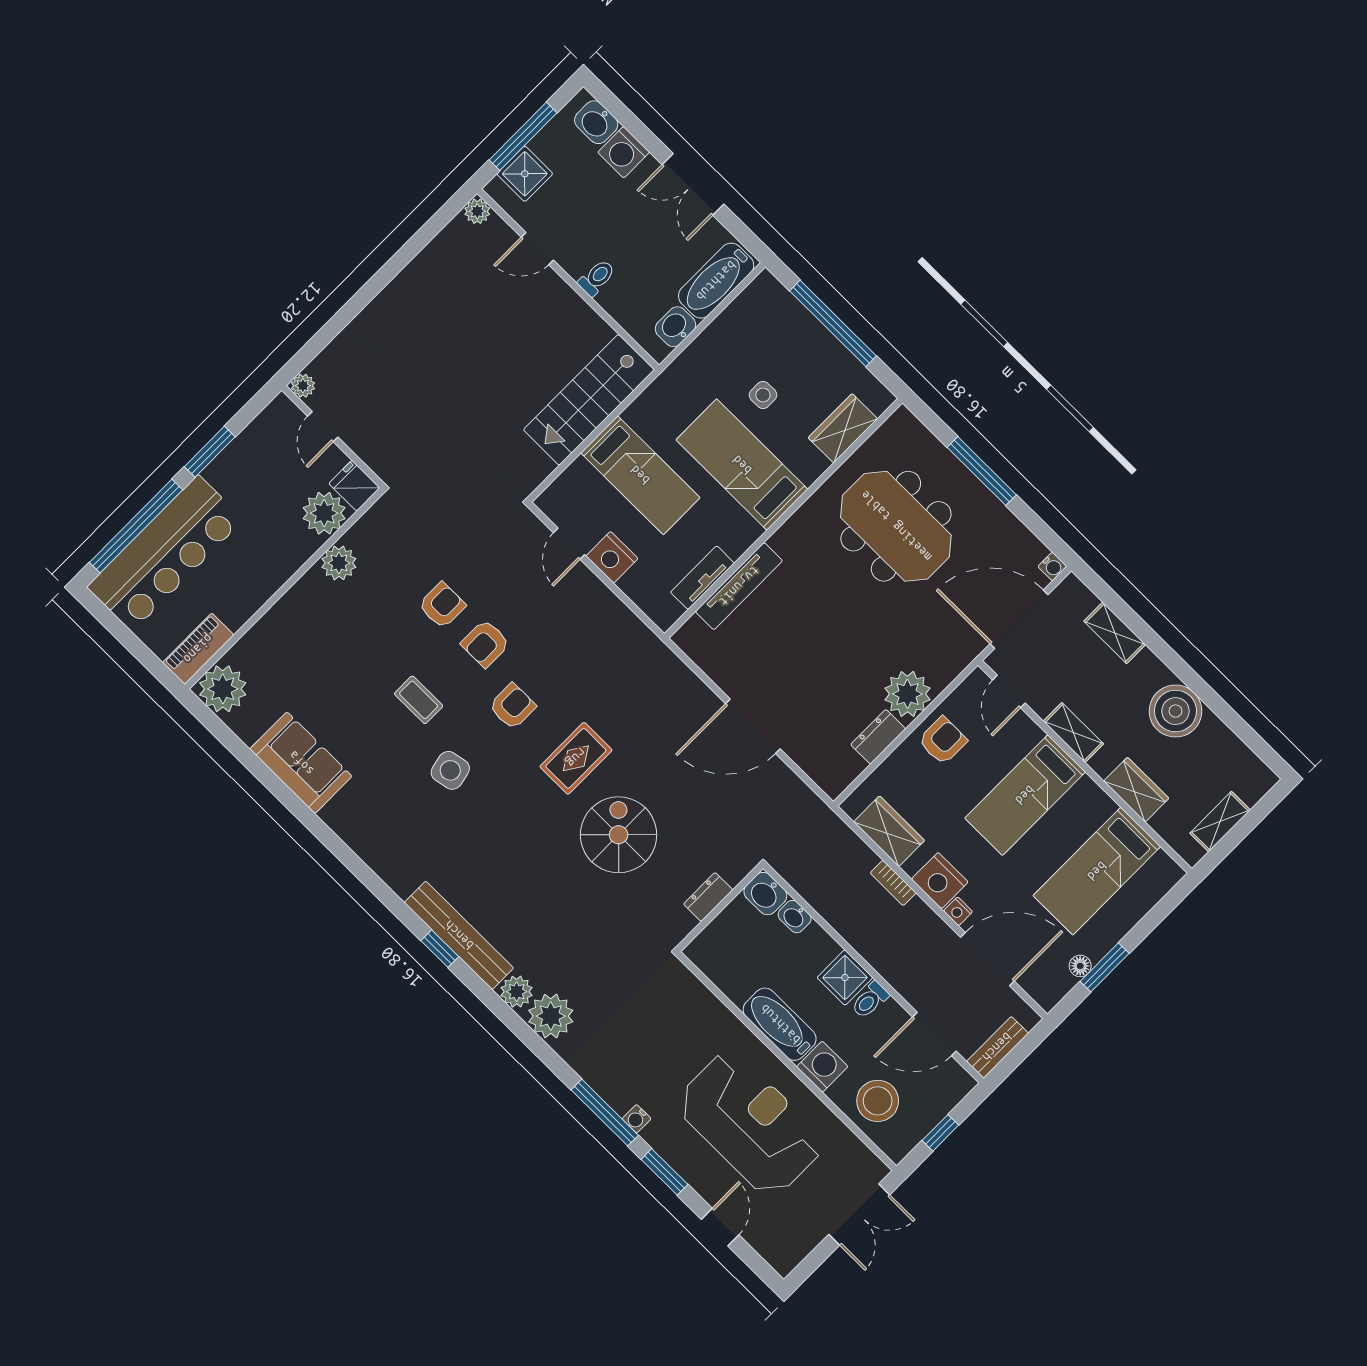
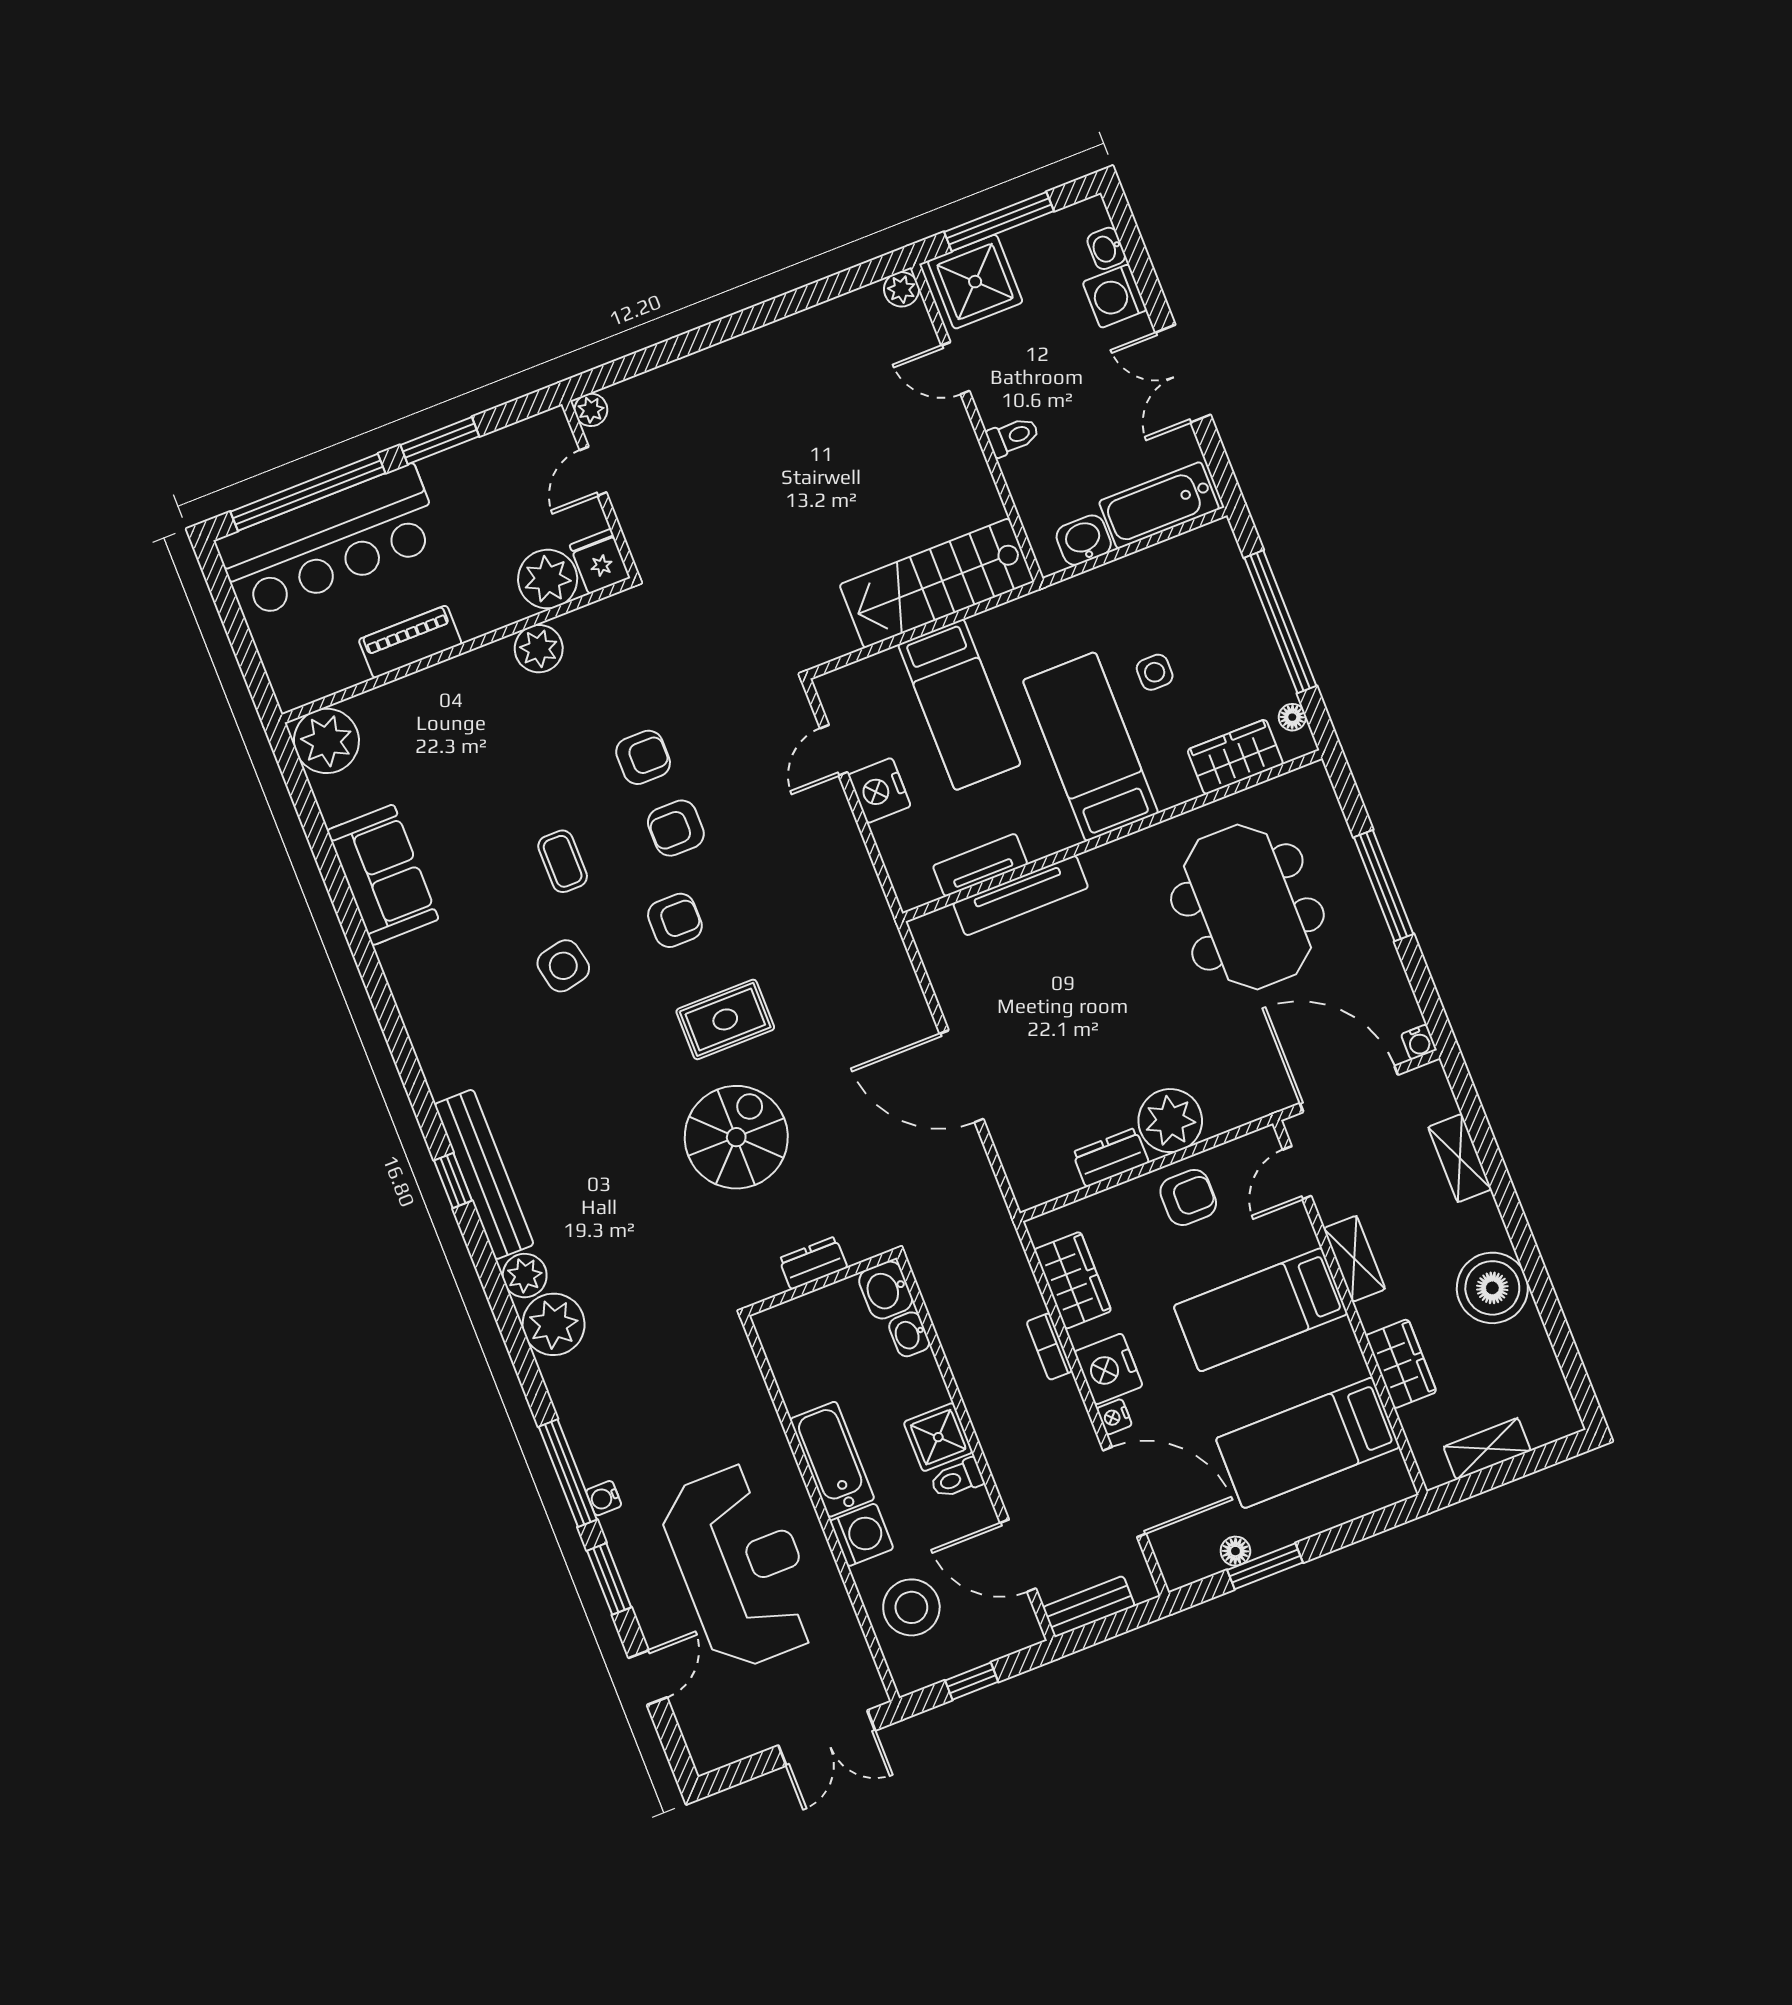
washbasin: (596, 122) -> (1106, 248), width x0.72, depth x0.69
shower: (525, 174) -> (975, 282), width x1.36, depth x1.36
floor lamp: (870, 384) -> (1292, 717), added
piano: (198, 649) -> (410, 642), moved

